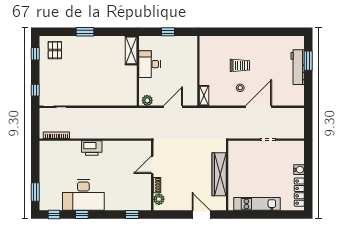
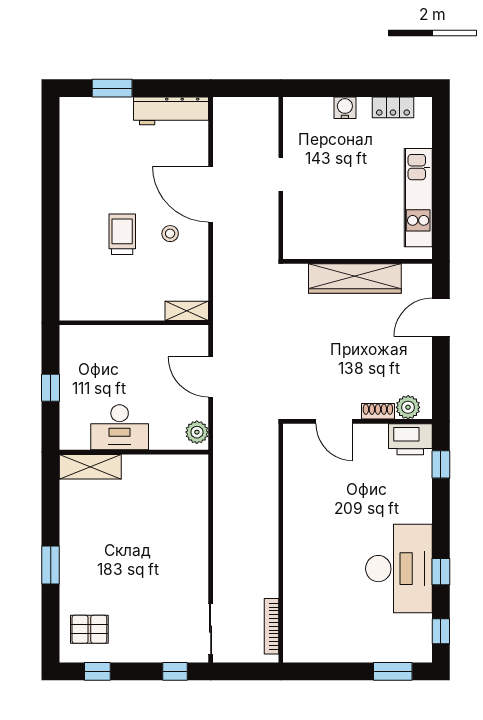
workbench: (298, 67) -> (171, 111), moved
printer: (92, 148) -> (410, 439), moved, turned 90
locker: (299, 192) -> (393, 107), width x0.66

